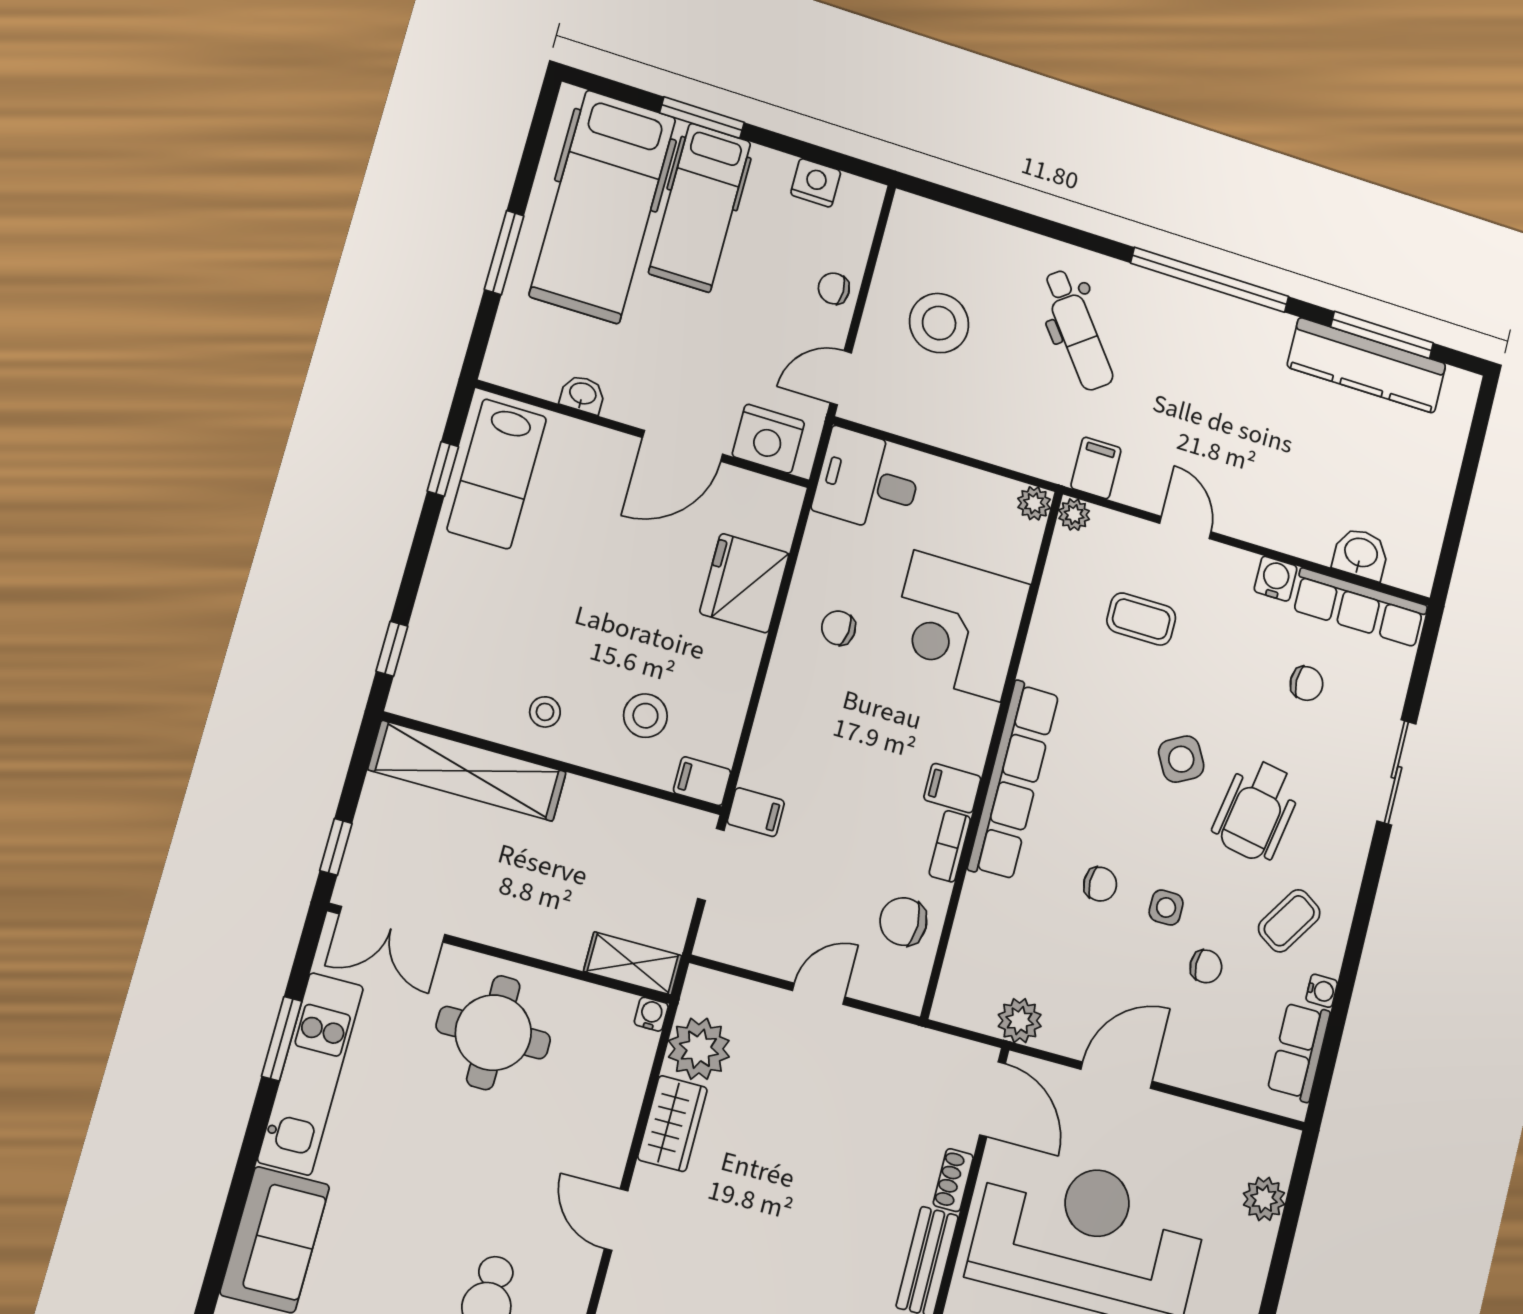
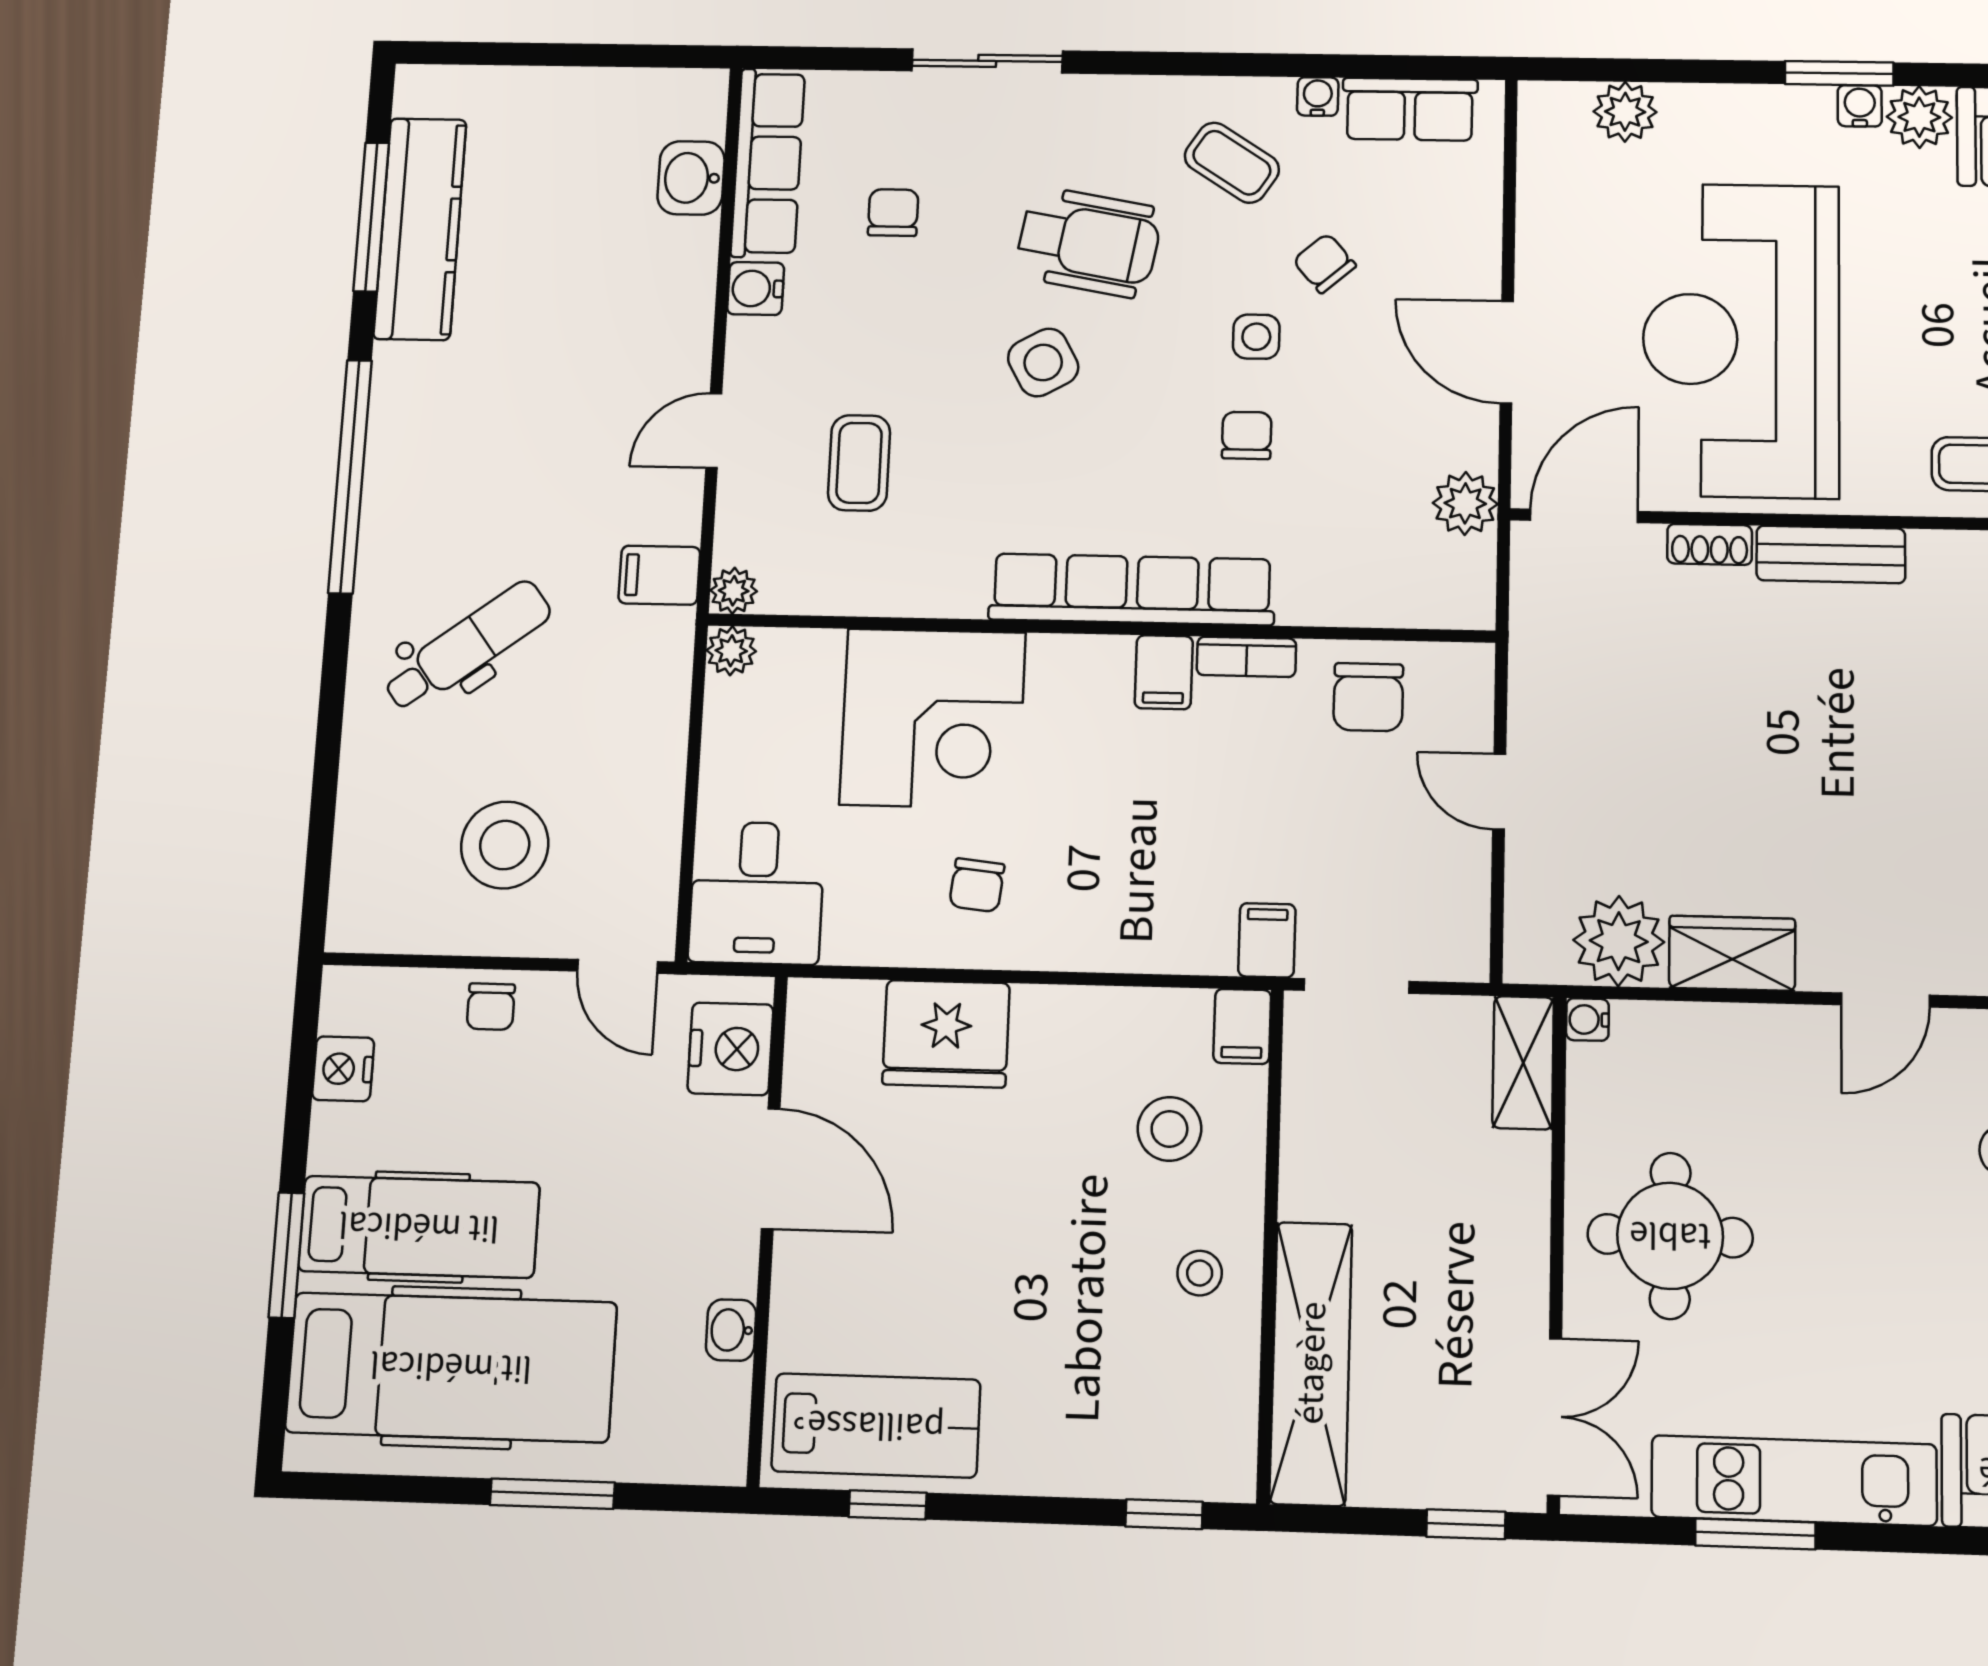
chair: (1206, 966) -> (1324, 263), turned -41

